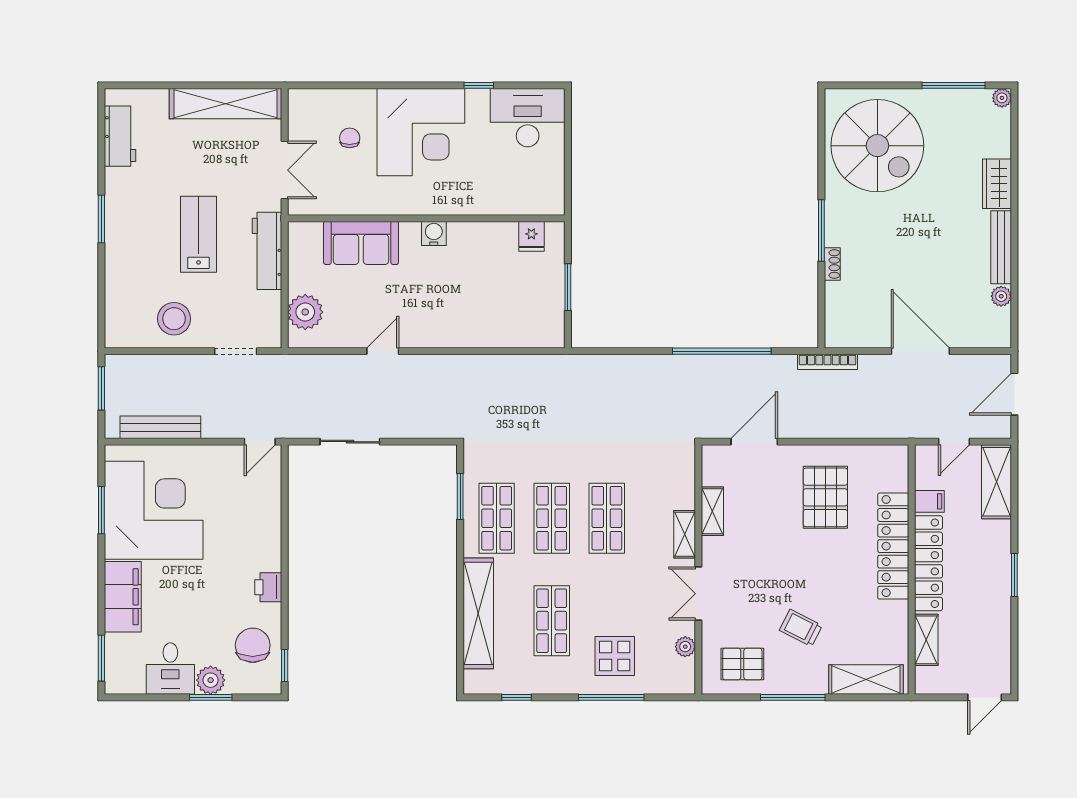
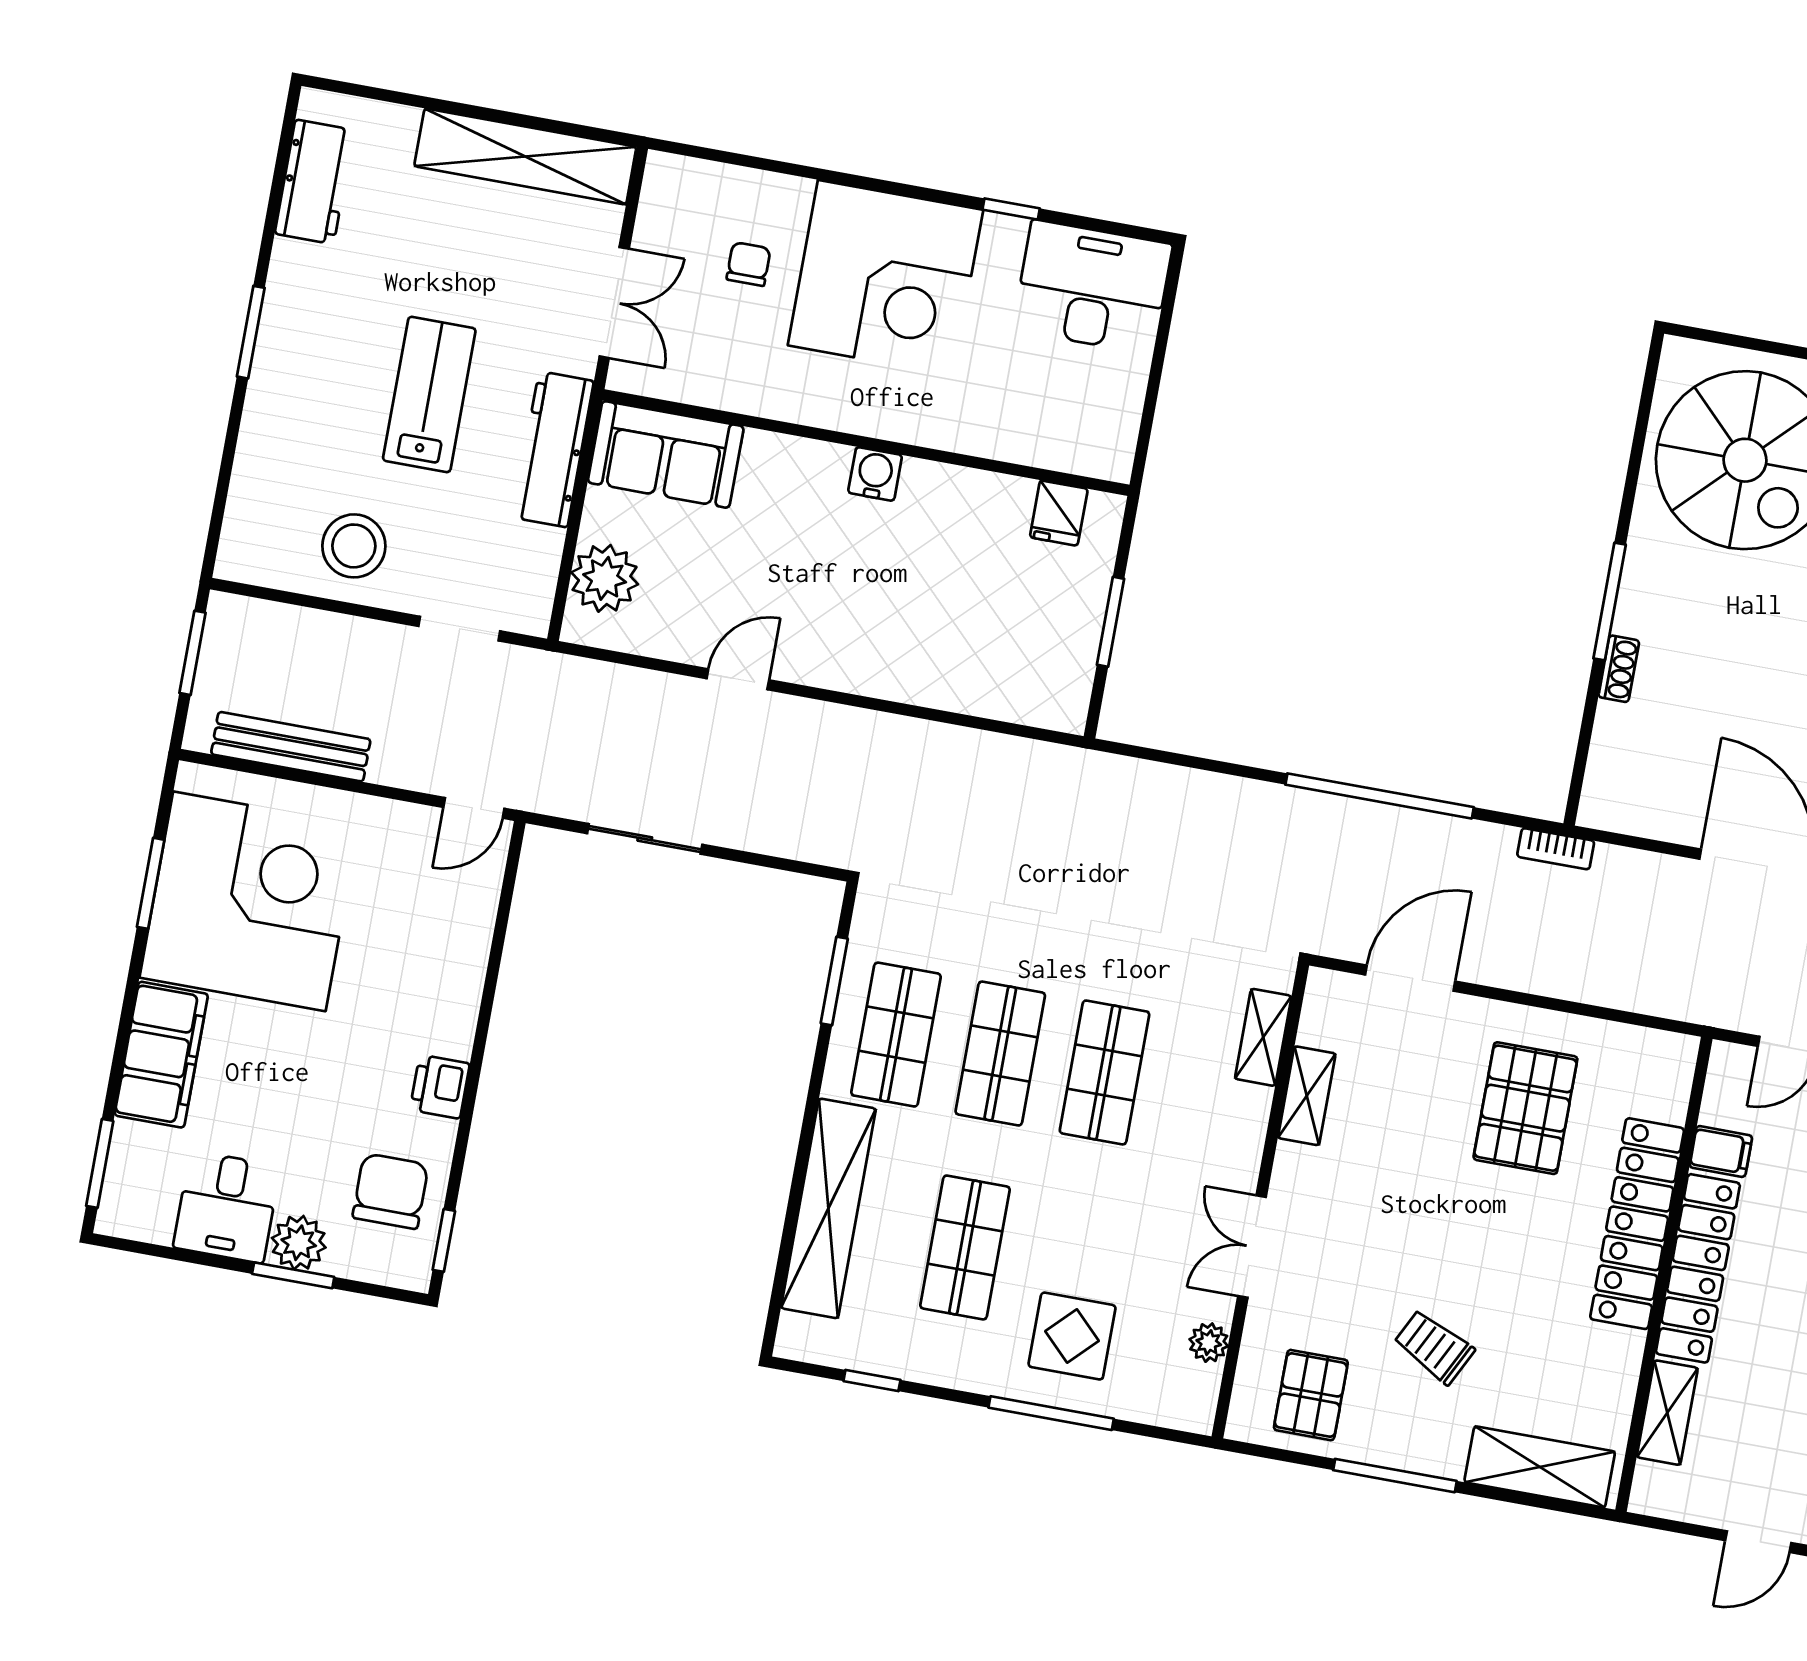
sofa: (361, 243) -> (666, 454), moved
bookcase: (828, 362) -> (1556, 849), width x0.64
shelving: (685, 534) -> (1263, 1037), moved
pallet: (742, 664) -> (1311, 1395), turned 90

